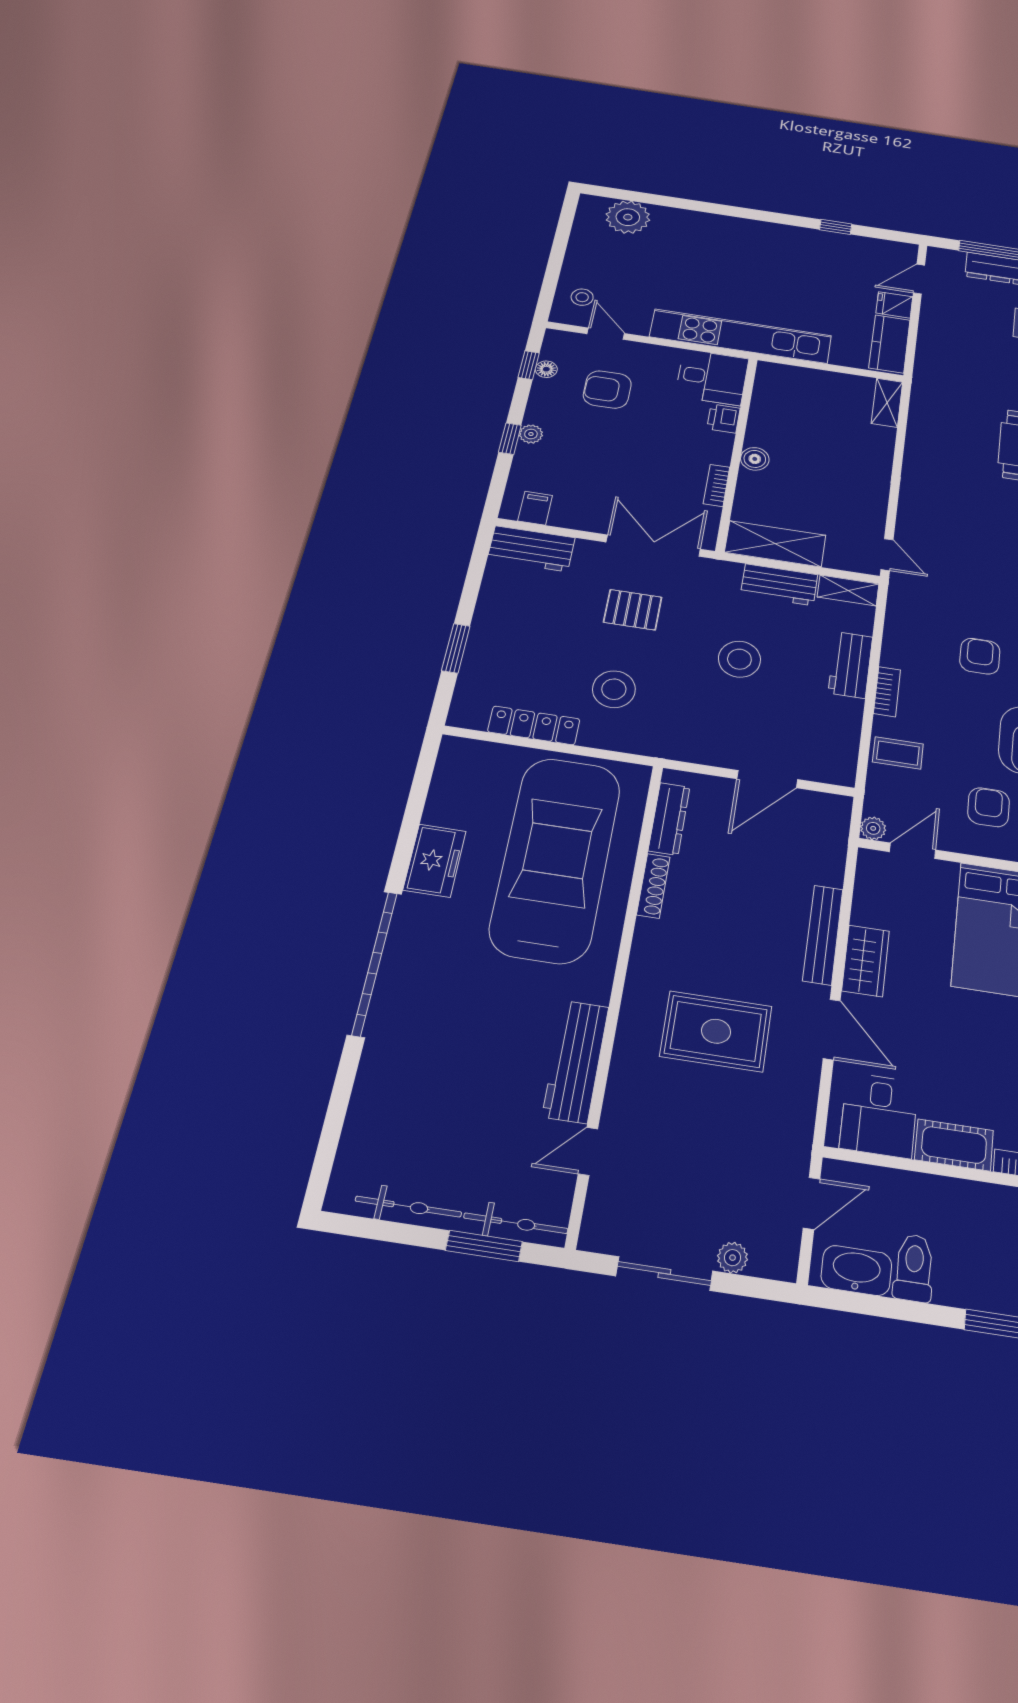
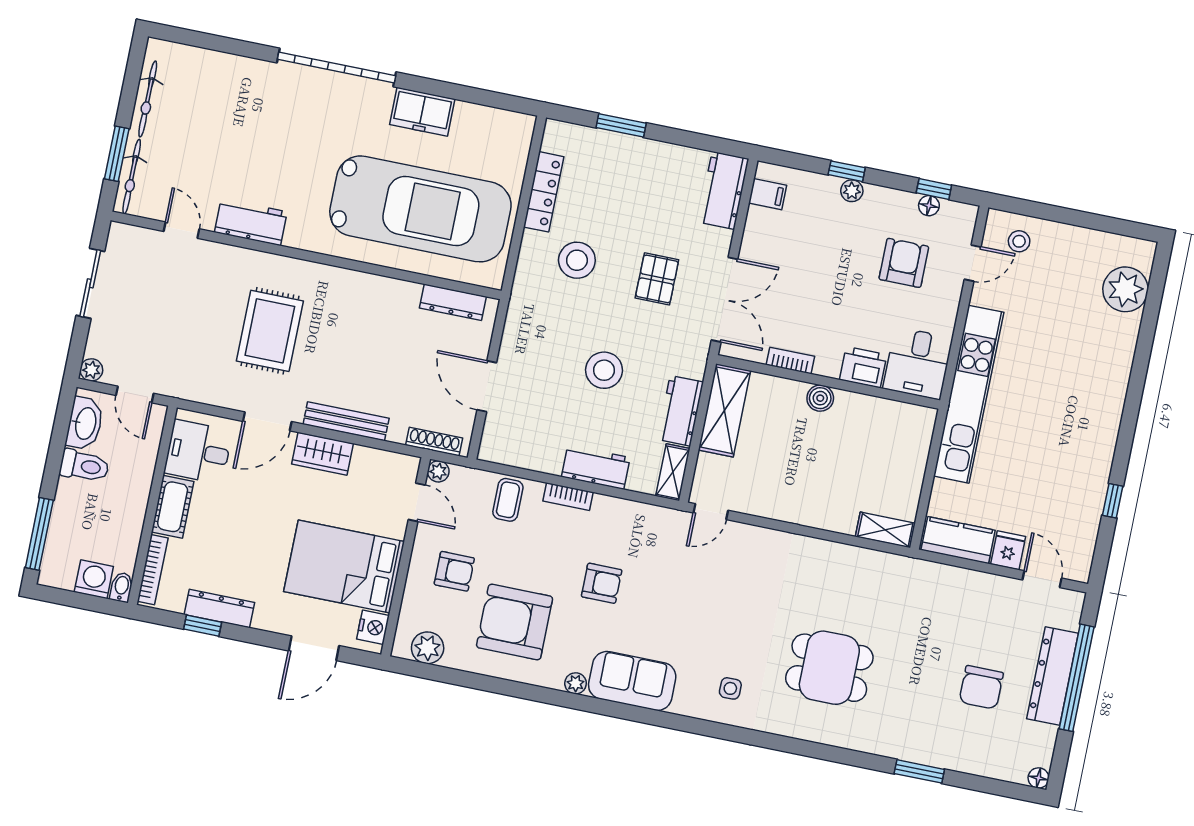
printer: (723, 418) -> (863, 367), width x1.36, depth x1.24
shoe rack: (653, 886) -> (434, 442), moved, turned 180
workbench: (576, 1061) -> (251, 222), width x0.73
plant: (733, 1258) -> (91, 370), moved

